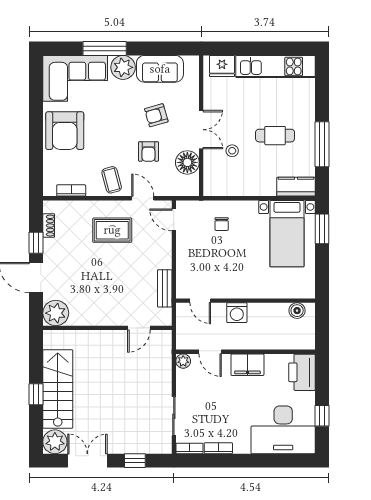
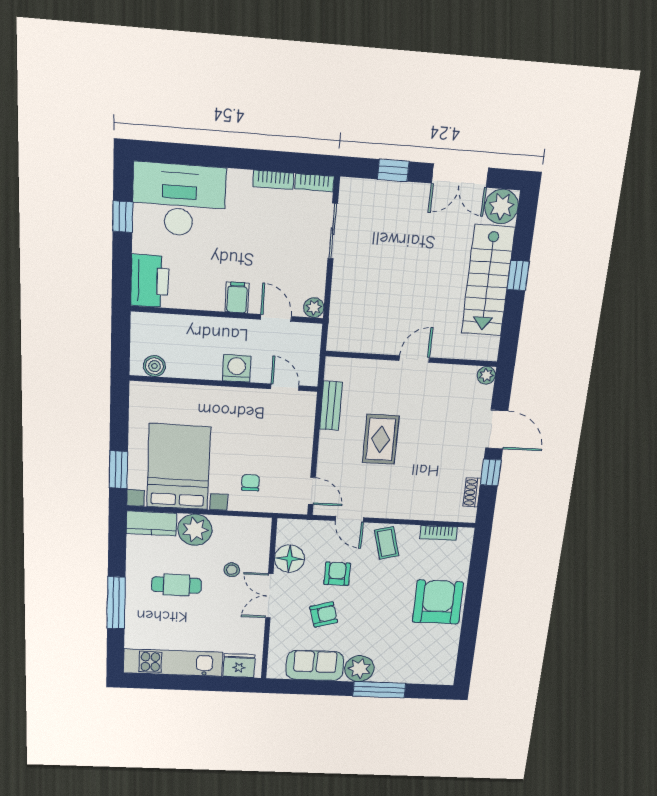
corner sofa: (75, 78) -> (418, 659), removed
window: (322, 144) -> (116, 603), moved
plant: (262, 183) -> (195, 530), added
rug: (112, 230) -> (381, 439), moved, turned 90
bed with nightstands: (287, 234) -> (179, 467), width x1.36
plant: (56, 313) -> (486, 375), width x0.53, depth x0.53
door: (139, 328) -> (414, 359), moved
filing cabinet: (247, 365) -> (237, 297), width x0.50

